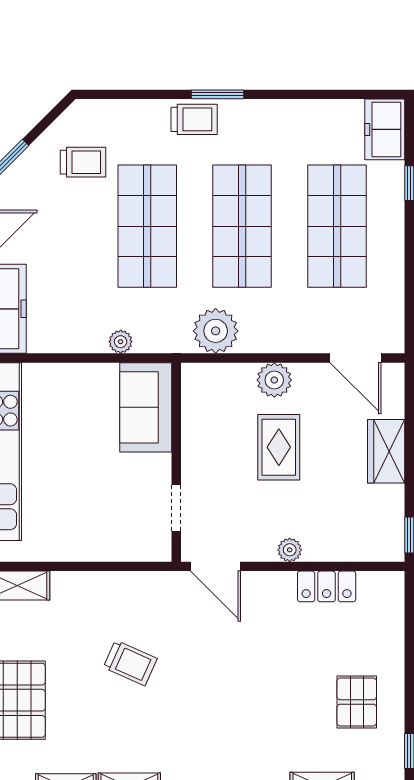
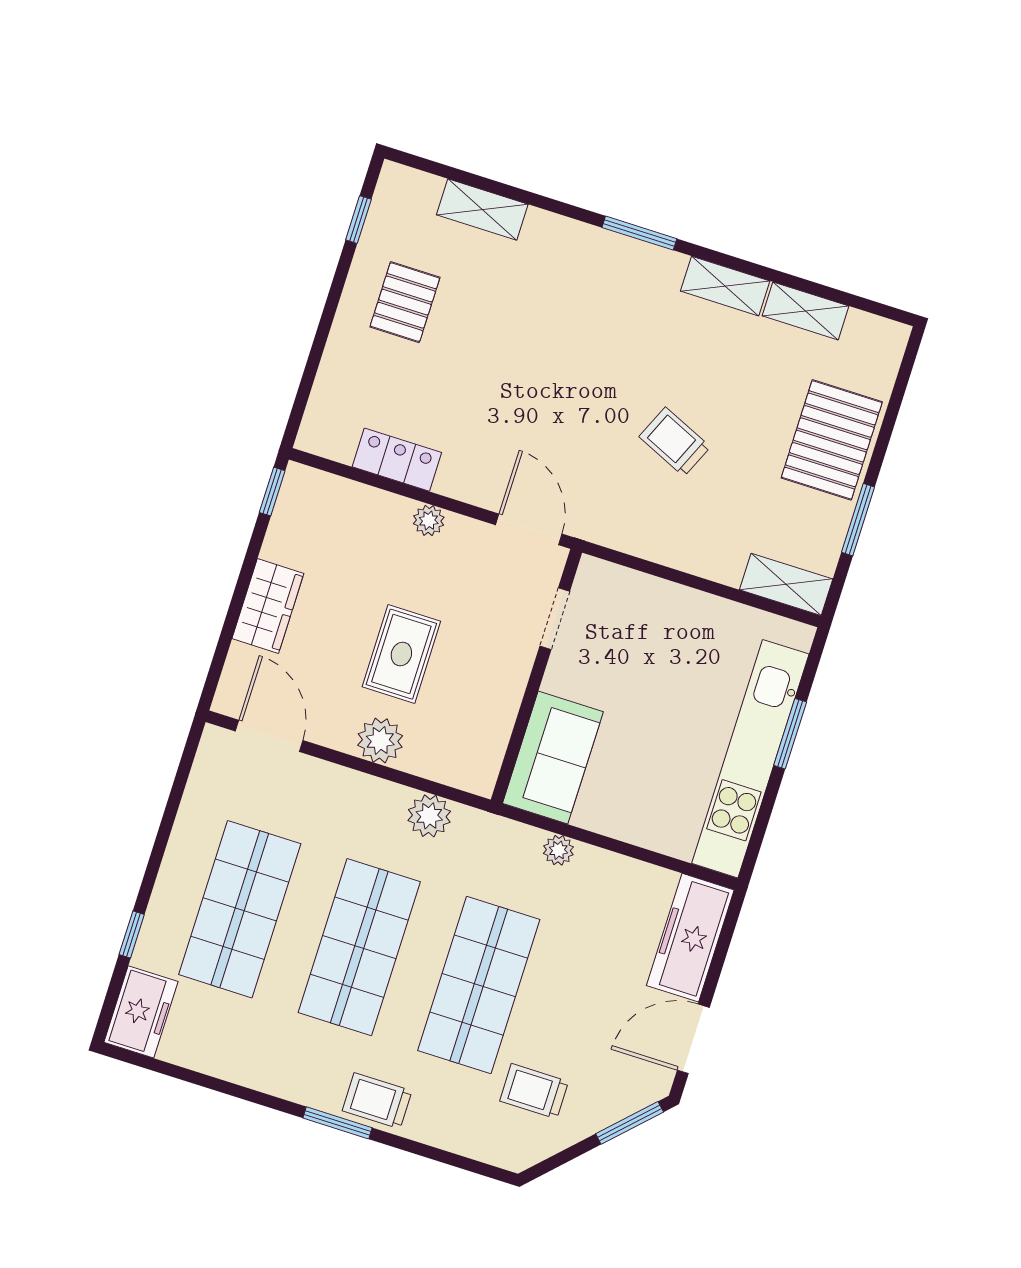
plant: (216, 331) -> (429, 816), width x0.73, depth x0.73

